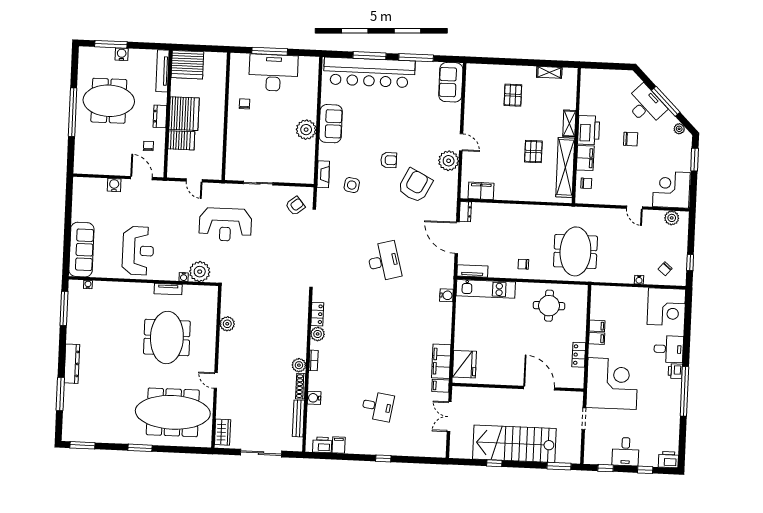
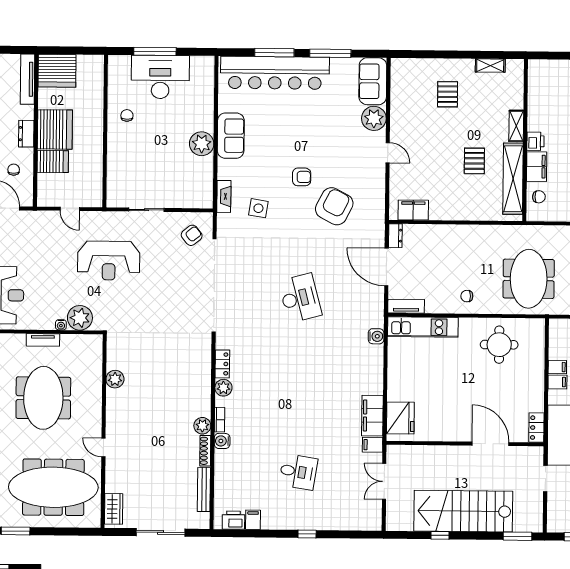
printer: (589, 130) -> (535, 141), width x0.53, depth x0.68
plant: (449, 161) -> (374, 118), moved
locker: (579, 355) -> (536, 428), moved
water cooler: (314, 398) -> (222, 441), moved

